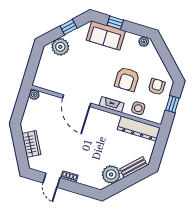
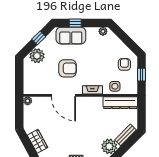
armchair: (127, 79) -> (67, 68), moved, turned -90

